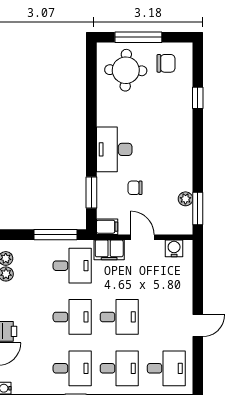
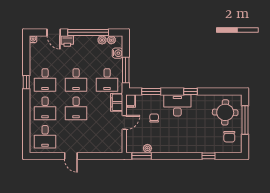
window: (91, 128) -> (190, 92), added
water cooler: (174, 248) -> (118, 53), moved

